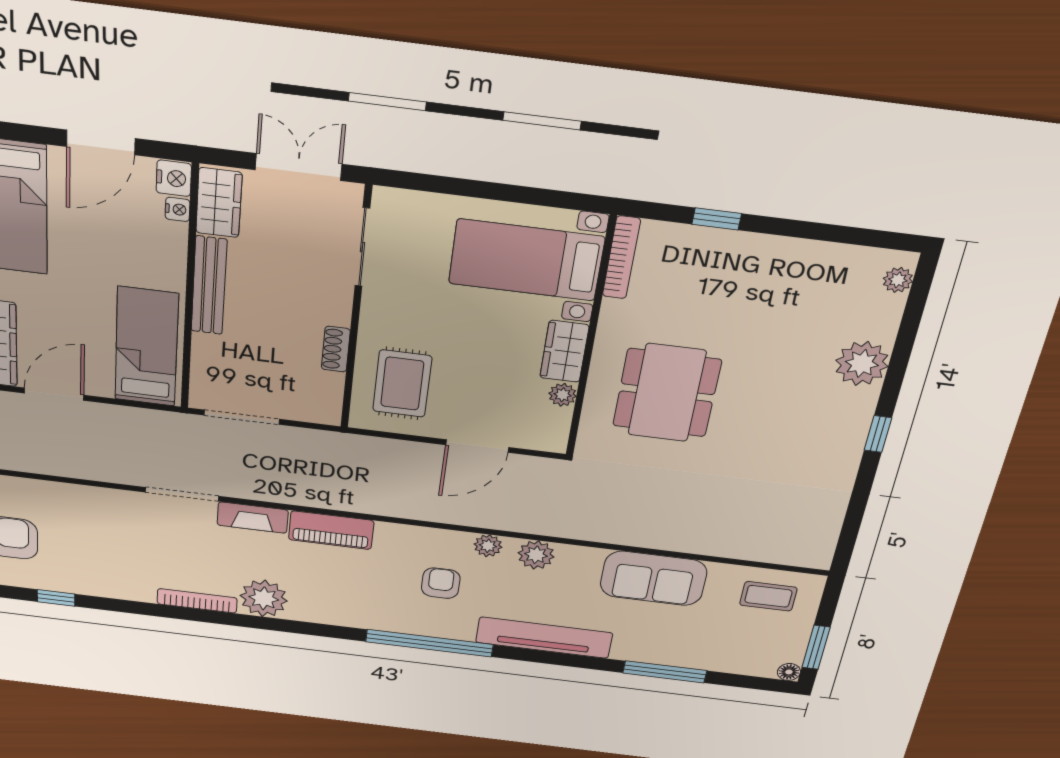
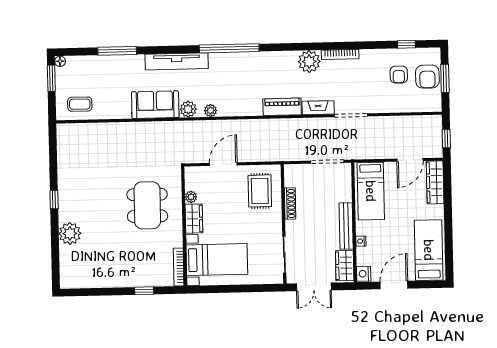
nightstand: (178, 209) -> (361, 241), moved
plant: (898, 280) -> (66, 275), removed
shoe rack: (336, 349) -> (290, 204), width x1.43
sofa: (653, 578) -> (155, 105), moved
armchair: (441, 583) -> (399, 75), moved

